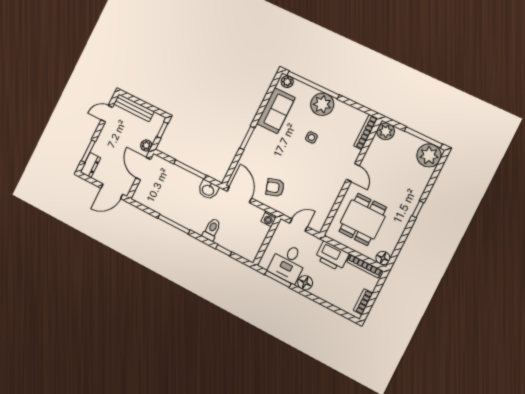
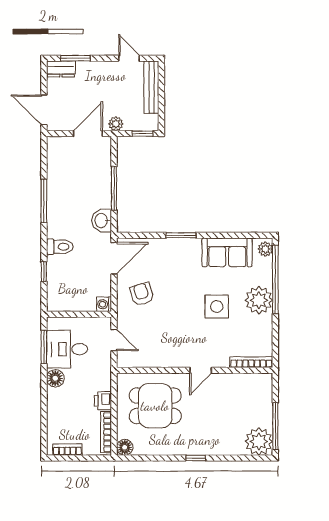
plant: (386, 131) -> (262, 383), removed
side table: (311, 137) -> (217, 307), width x1.87, depth x1.87
printer: (332, 256) -> (103, 401), width x0.53, depth x0.68

